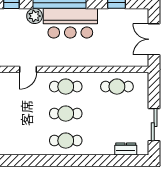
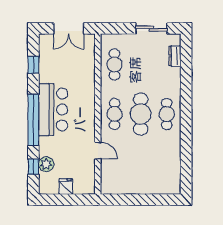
plant: (35, 16) -> (46, 164), moved
cafe table: (66, 114) -> (141, 114), width x1.37, depth x1.35

